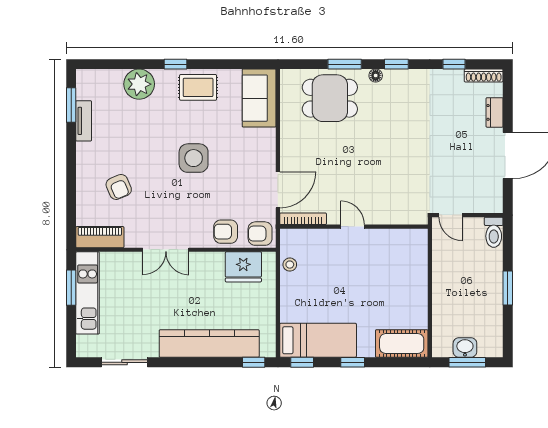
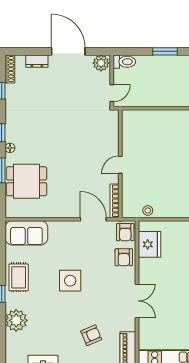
dining table: (330, 98) -> (26, 181), turned 90
plant: (492, 200) -> (101, 63), added

